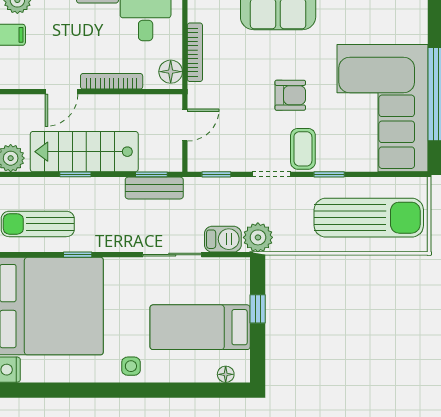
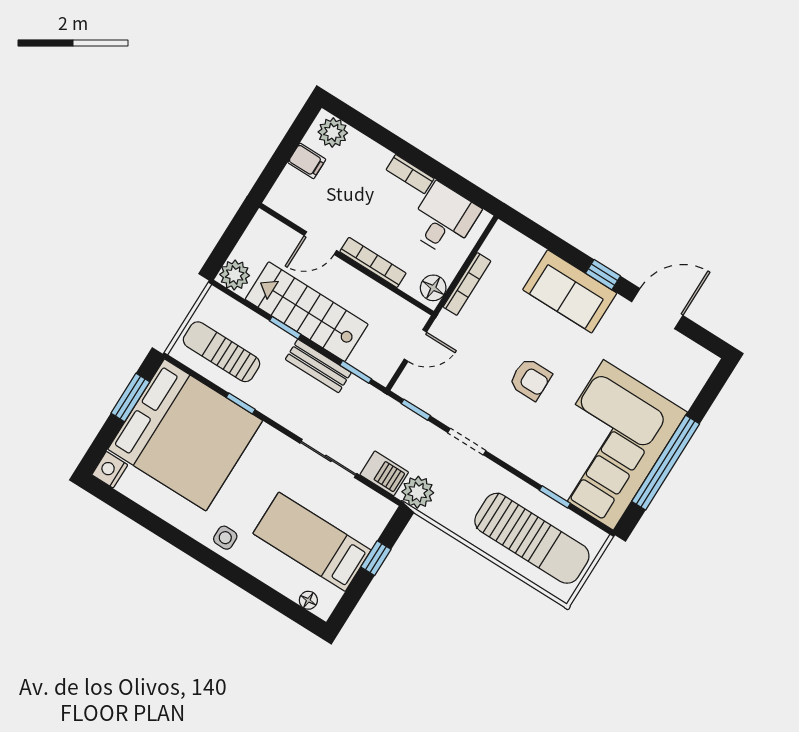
coffee table: (303, 149) -> (511, 436), removed
window: (329, 174) -> (555, 497), moved
bench: (154, 188) -> (318, 366), moved

